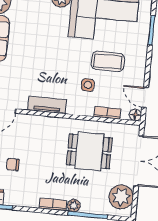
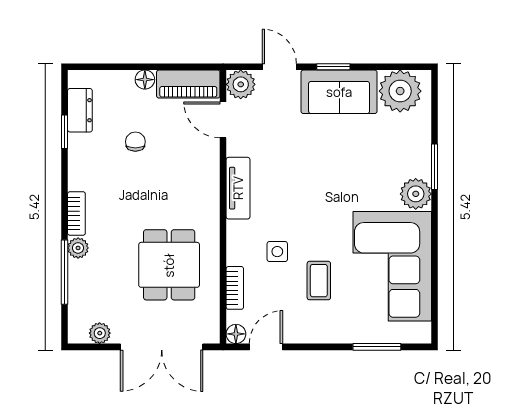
coffee table: (108, 62) -> (319, 281), width x0.73, depth x0.77
plant: (121, 197) -> (100, 333), width x0.53, depth x0.53

